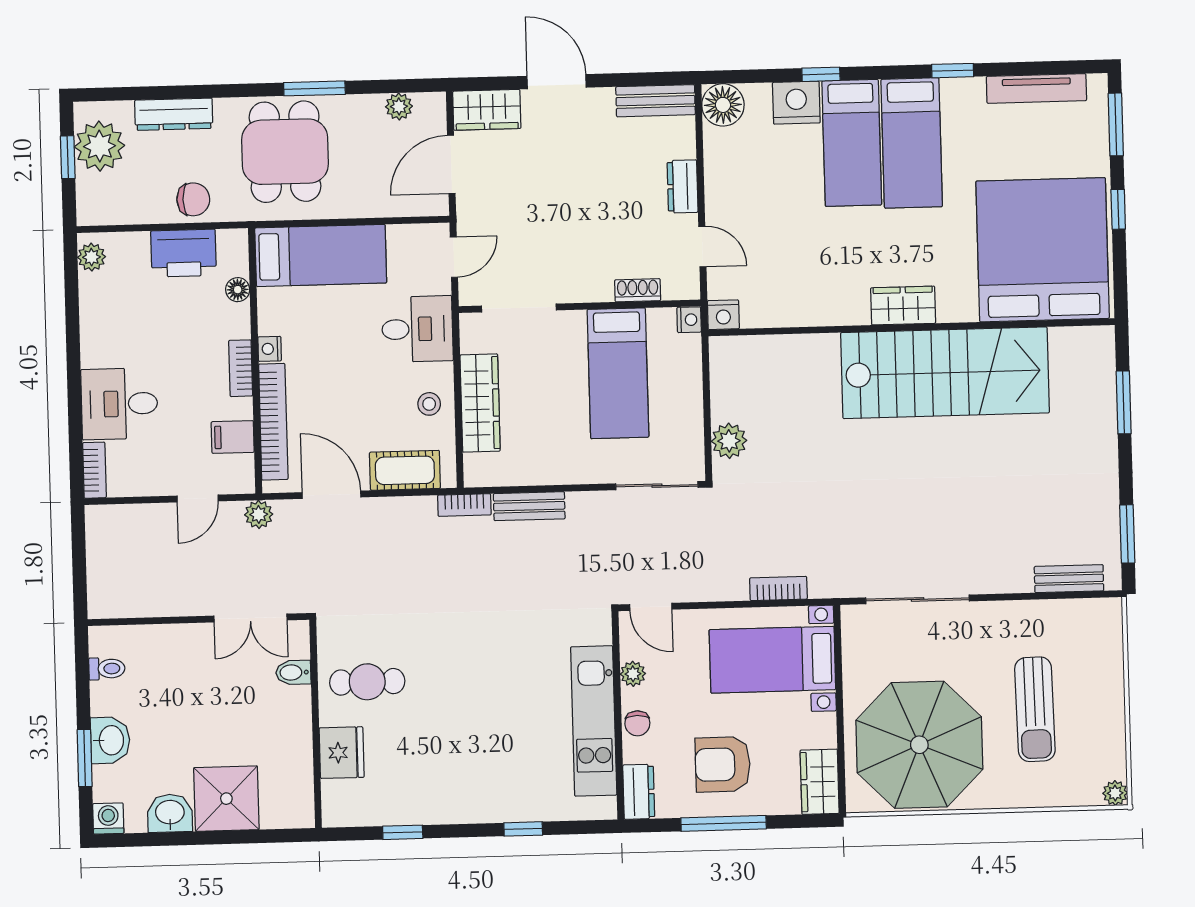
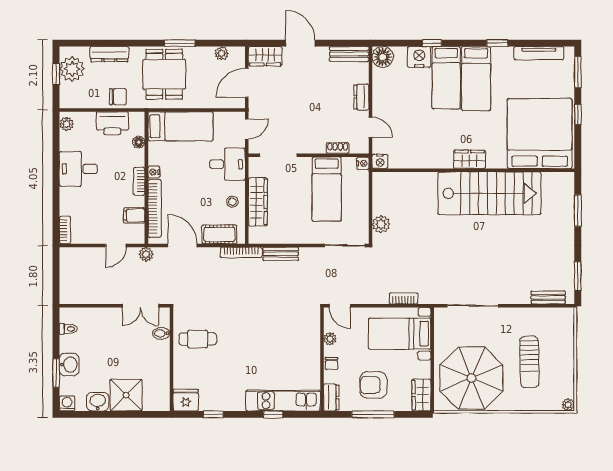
desk: (119, 404) -> (78, 169), moved
bookcase: (464, 505) -> (241, 252), width x1.56
kitchen unit: (594, 721) -> (283, 401), moved, turned 90
fridge: (342, 753) -> (186, 400), moved, turned -90

